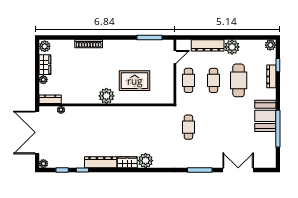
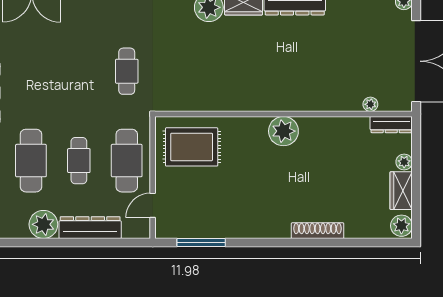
cafe table: (188, 80) -> (127, 161), width x1.37, depth x1.35
rug: (135, 81) -> (192, 147), moved

